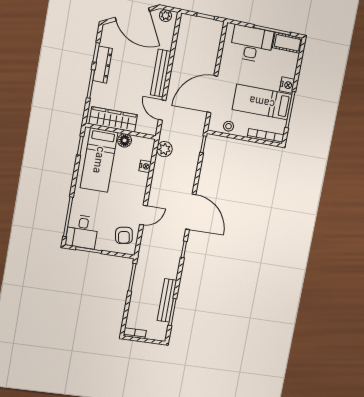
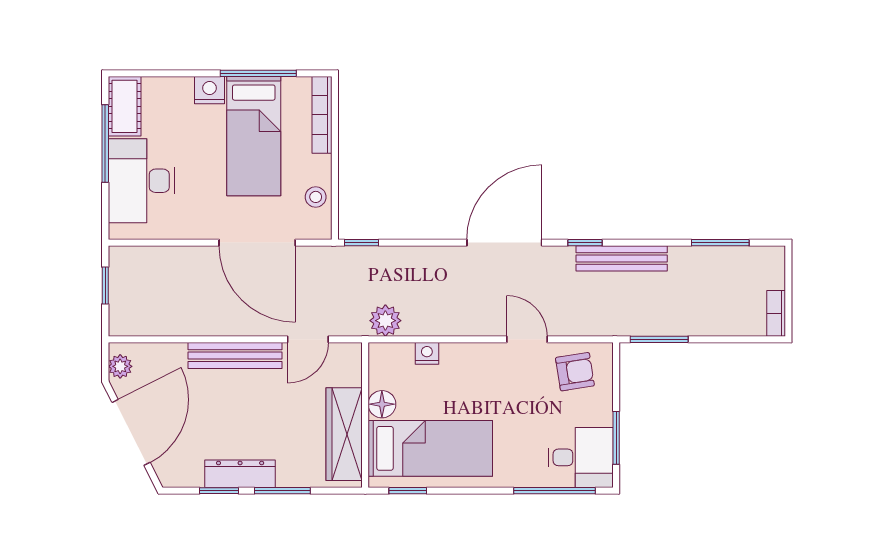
bench: (167, 300) -> (622, 258), moved

